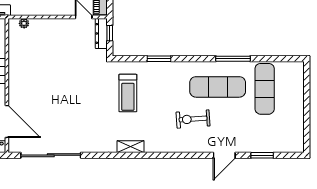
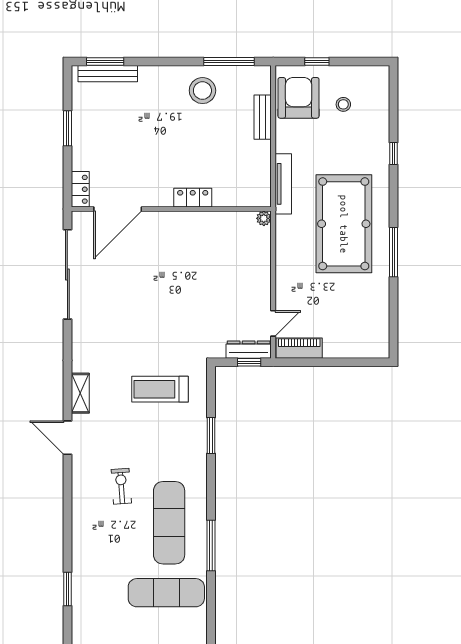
plant: (24, 23) -> (264, 218), moved
exercise bike: (193, 119) -> (121, 486), width x0.73, depth x0.72
door: (224, 155) -> (67, 438), moved

